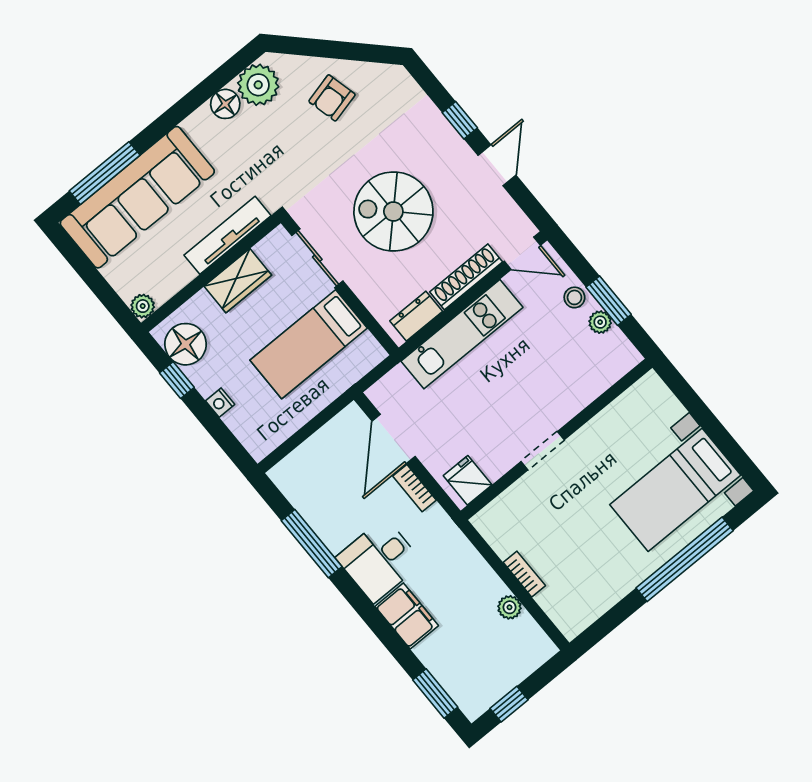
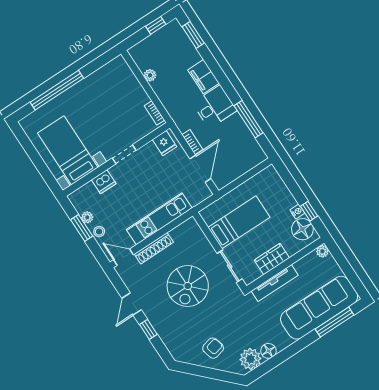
spiral stairs: (393, 211) -> (188, 286), turned 90
dresser: (416, 316) -> (182, 231), removed
dishwasher: (576, 394) -> (104, 182), added
nightstand: (220, 403) -> (297, 212), moved
bed with nightstands: (675, 490) -> (68, 150), moved, turned -90
bookcase: (524, 574) -> (154, 113), moved

